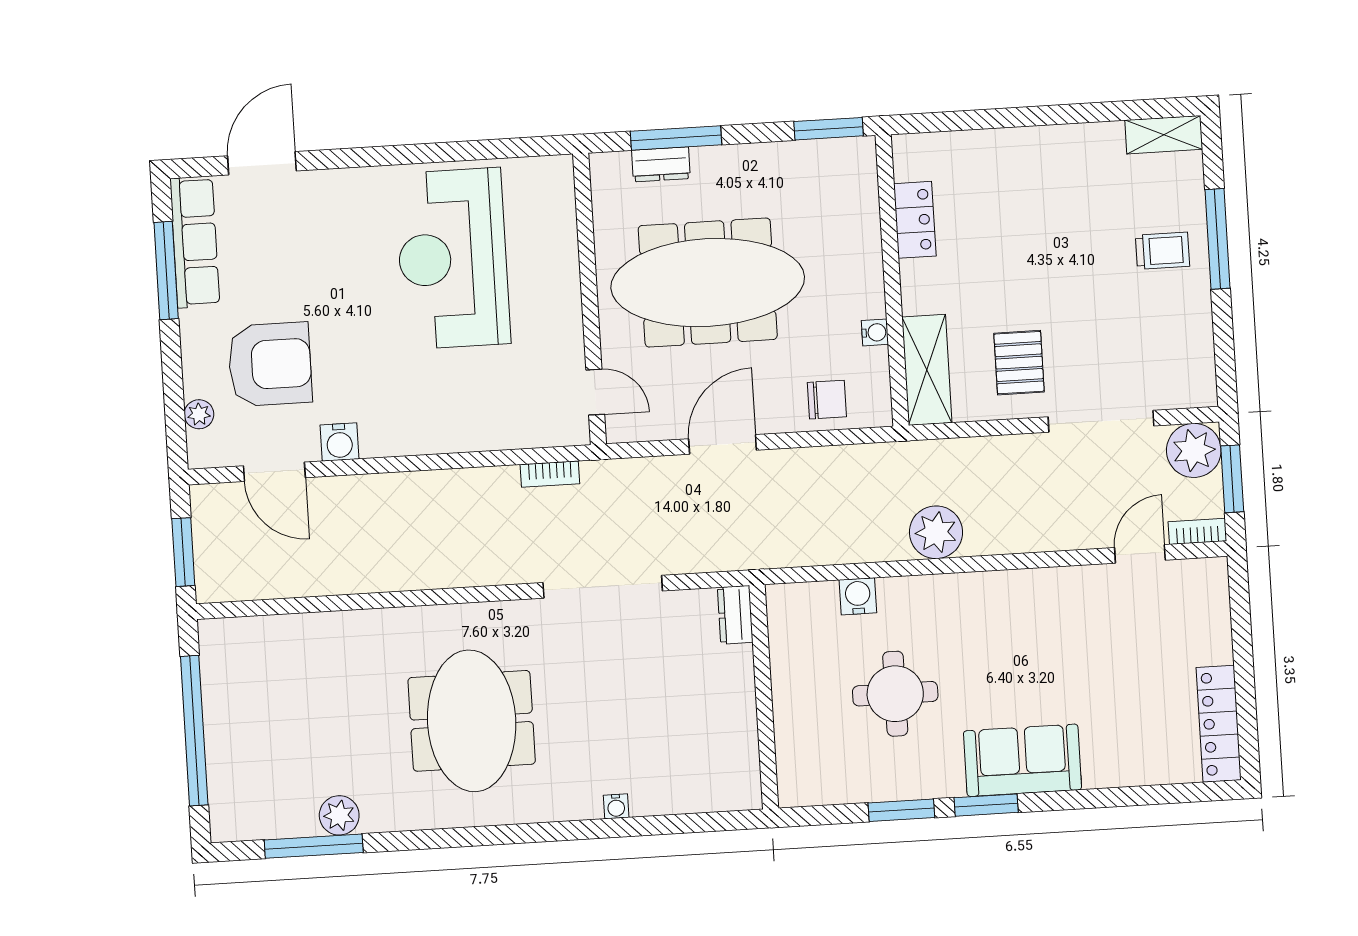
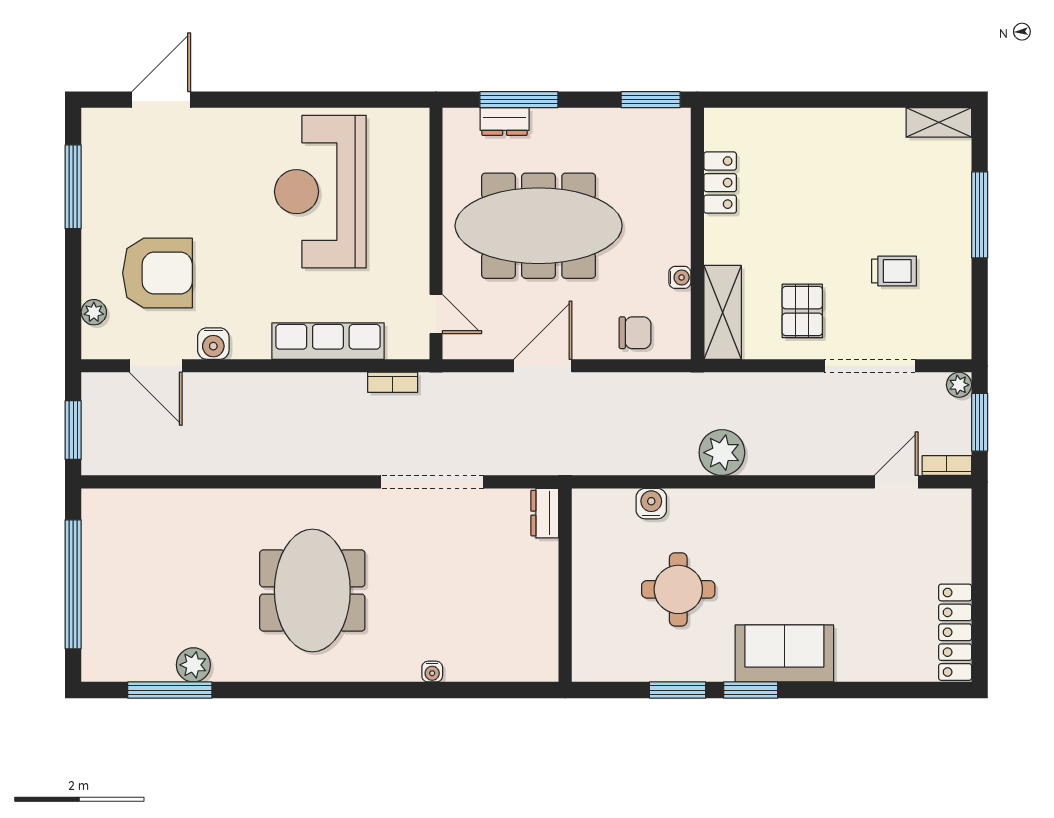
row of seats: (195, 242) -> (328, 341), moved, turned -90
trolley: (1162, 251) -> (894, 271), moved
plant: (1194, 450) -> (959, 385), width x0.53, depth x0.53

